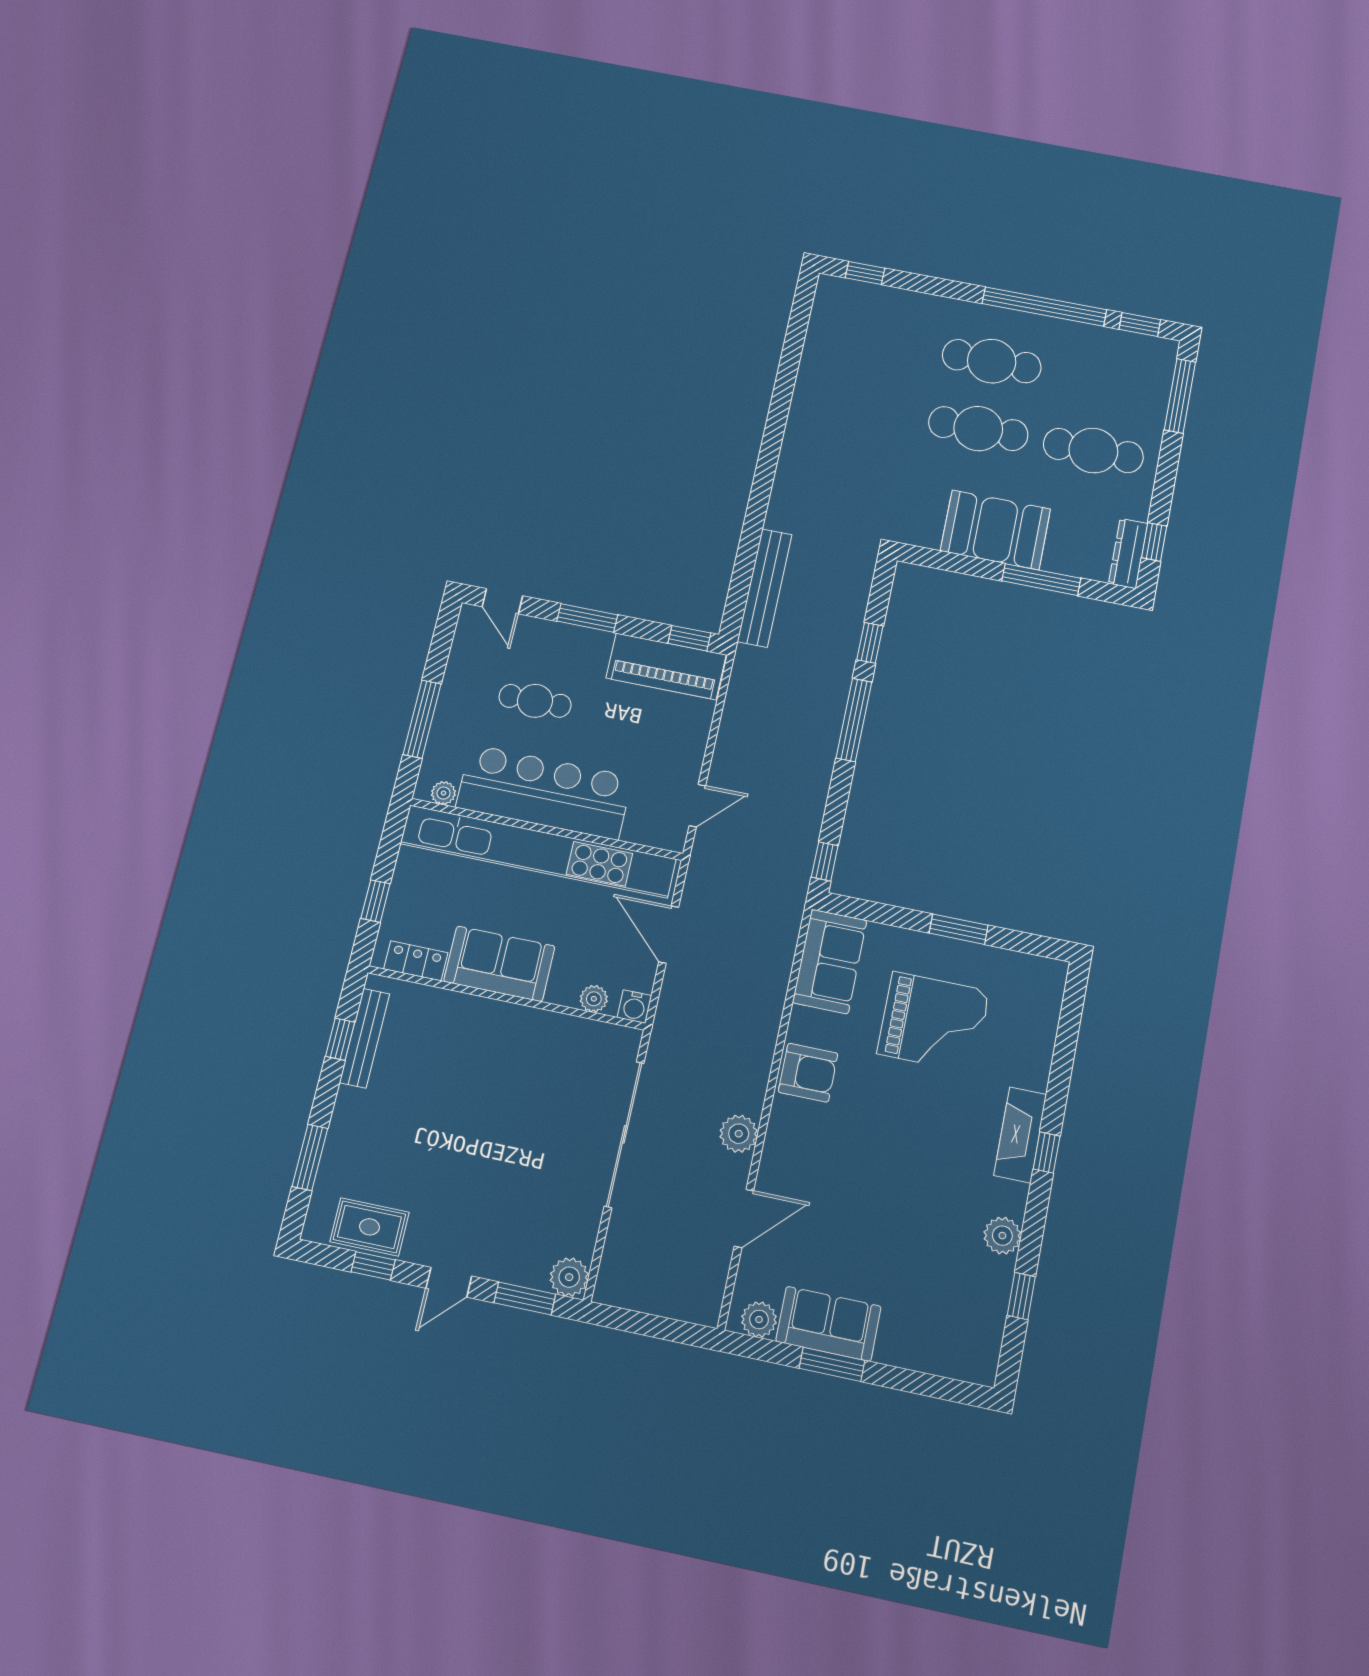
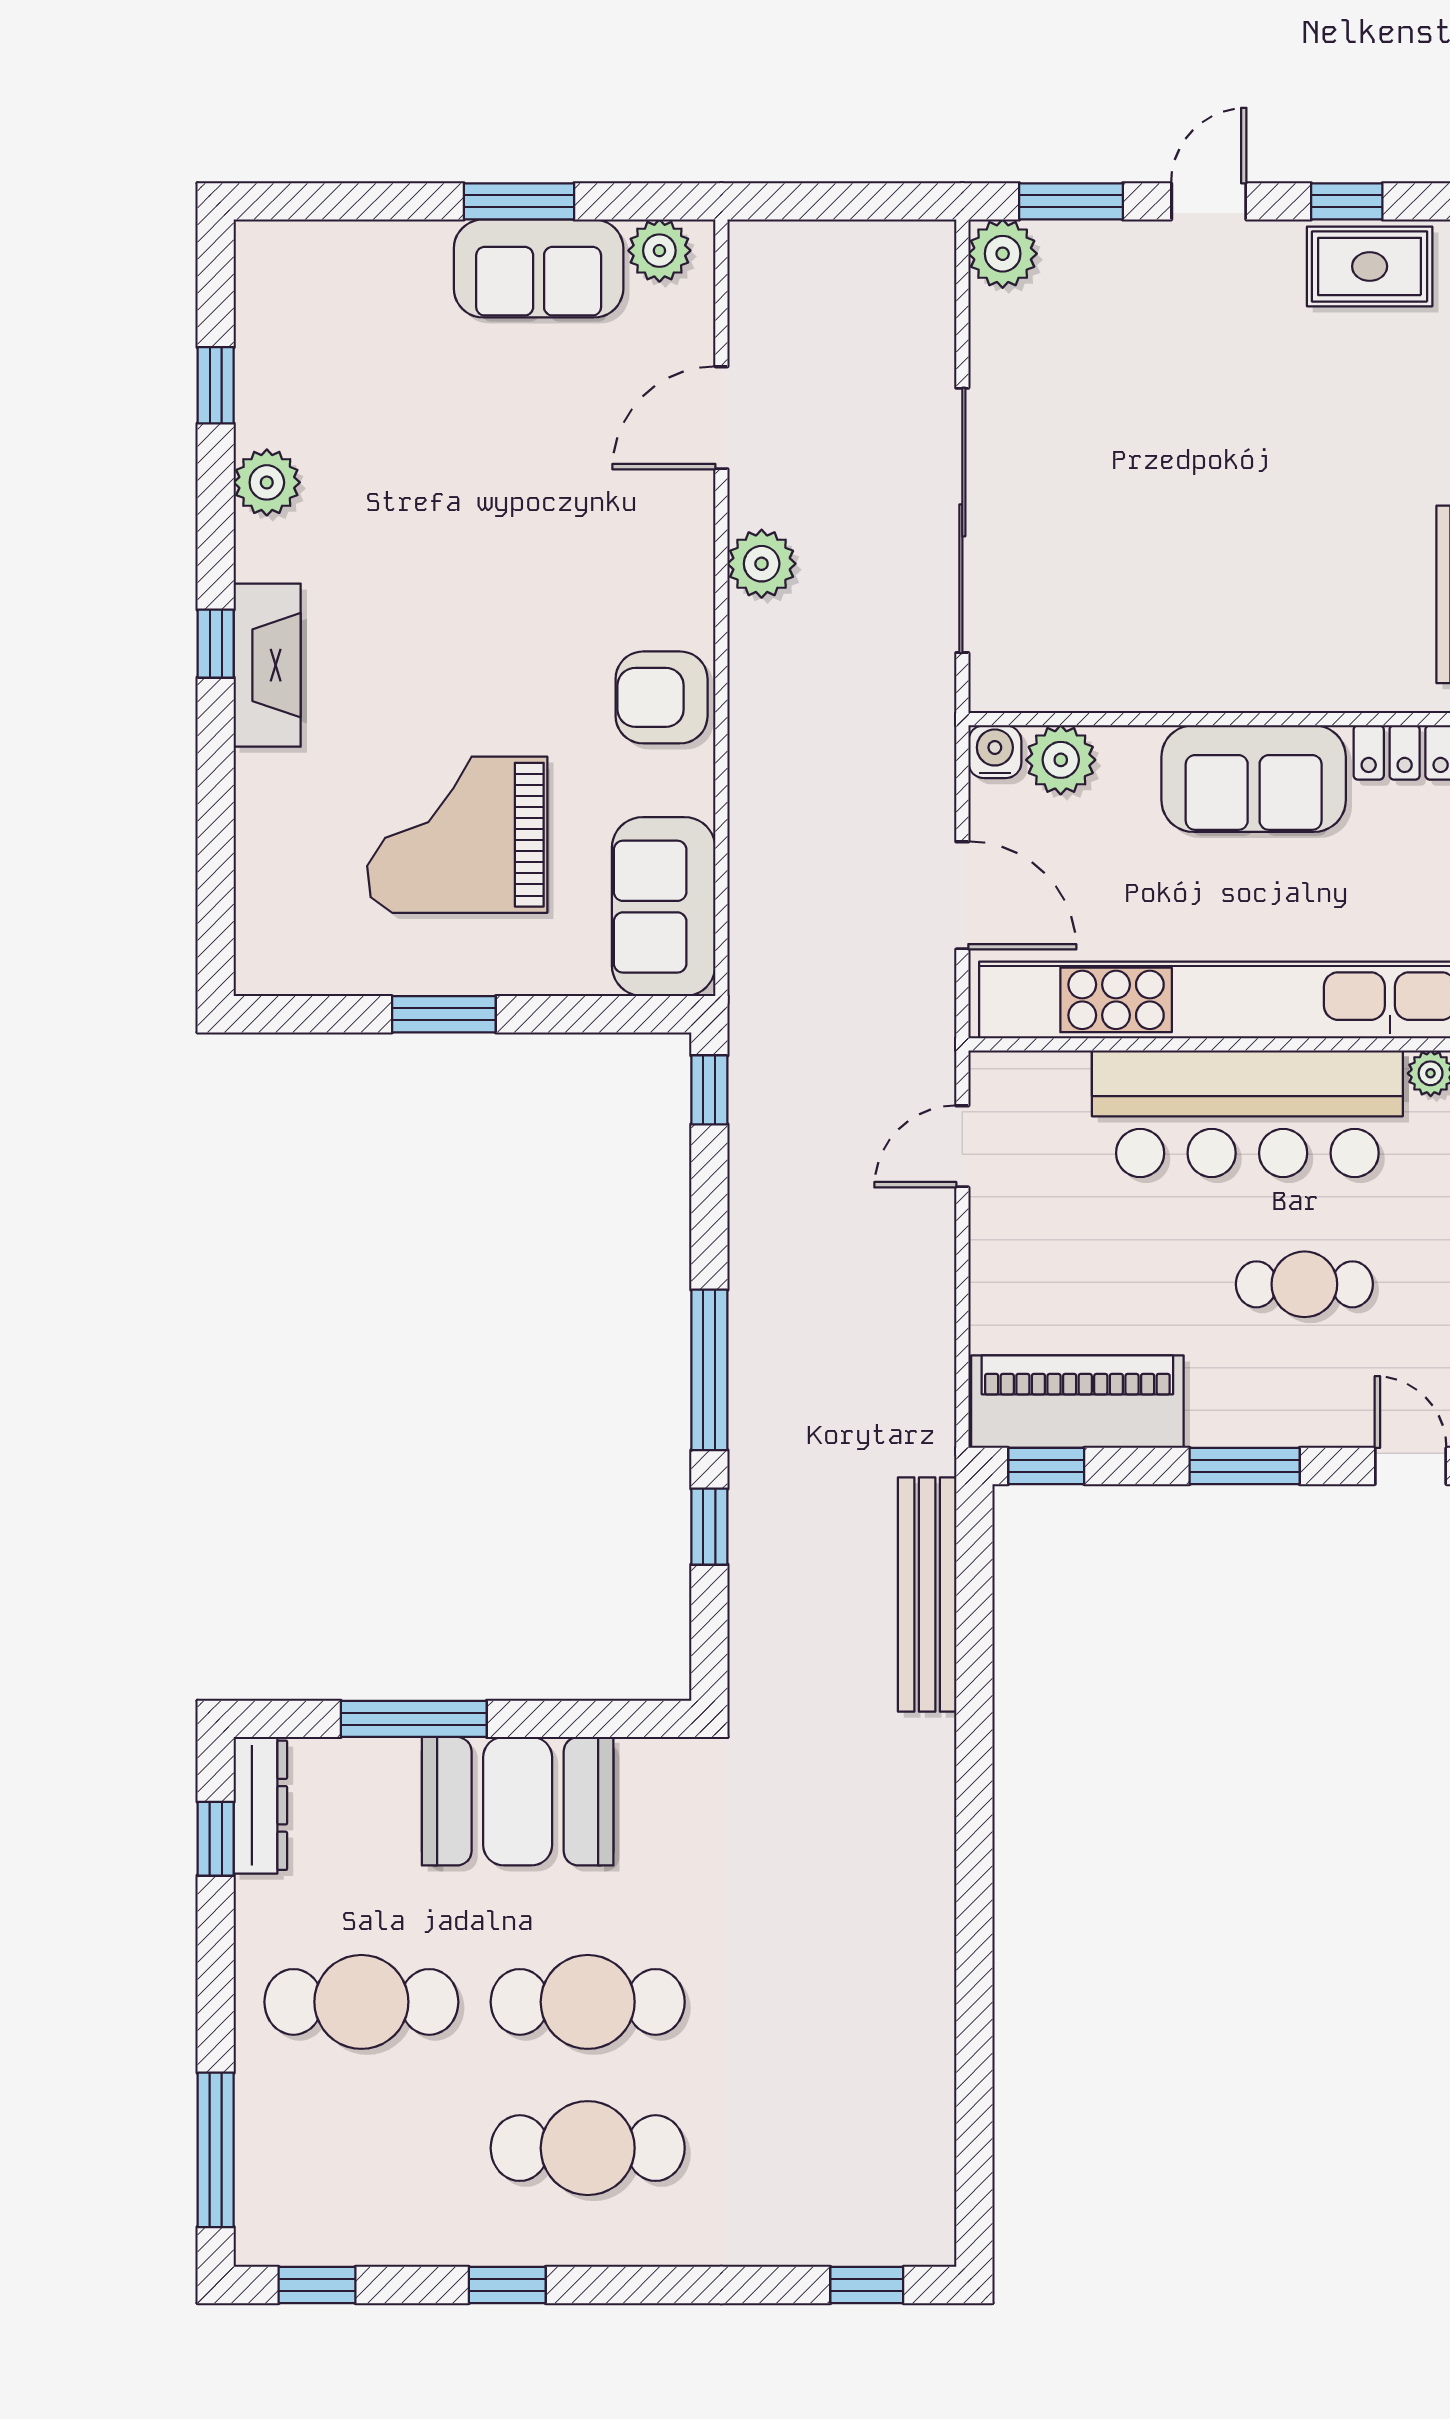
window: (1044, 307) -> (507, 2285), width x0.32
plant: (594, 999) -> (1061, 760), width x1.38, depth x1.38

